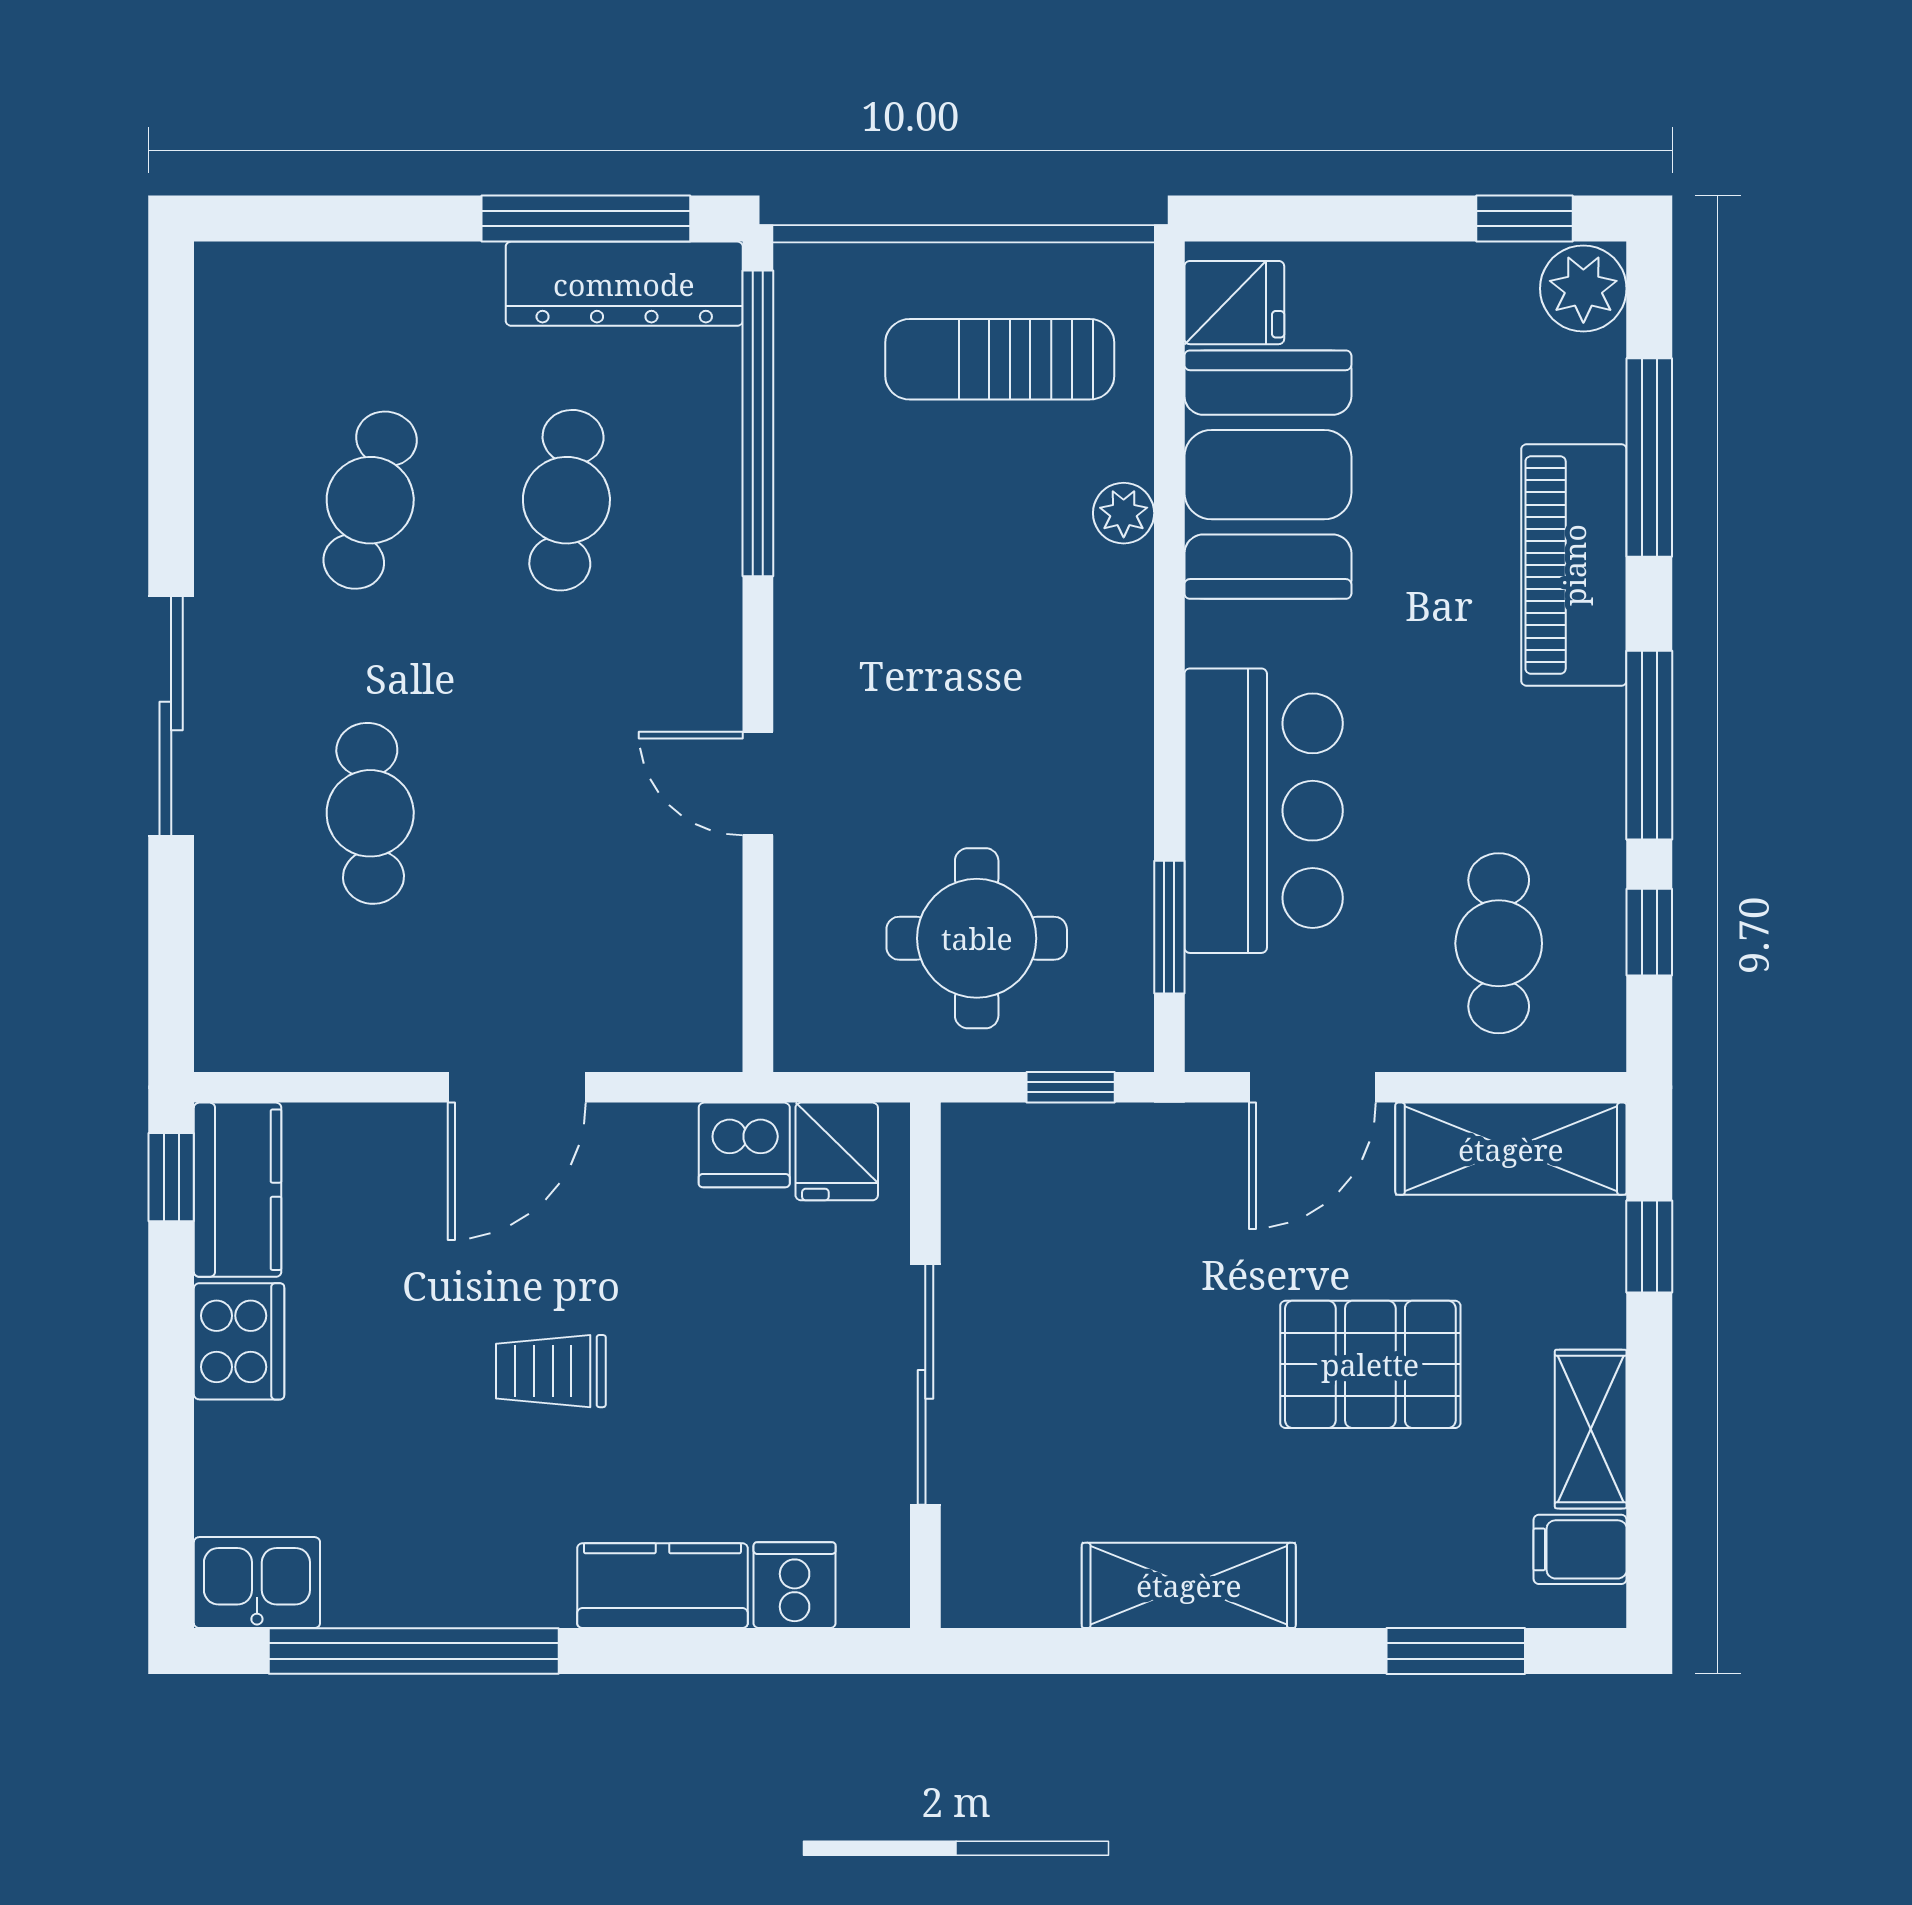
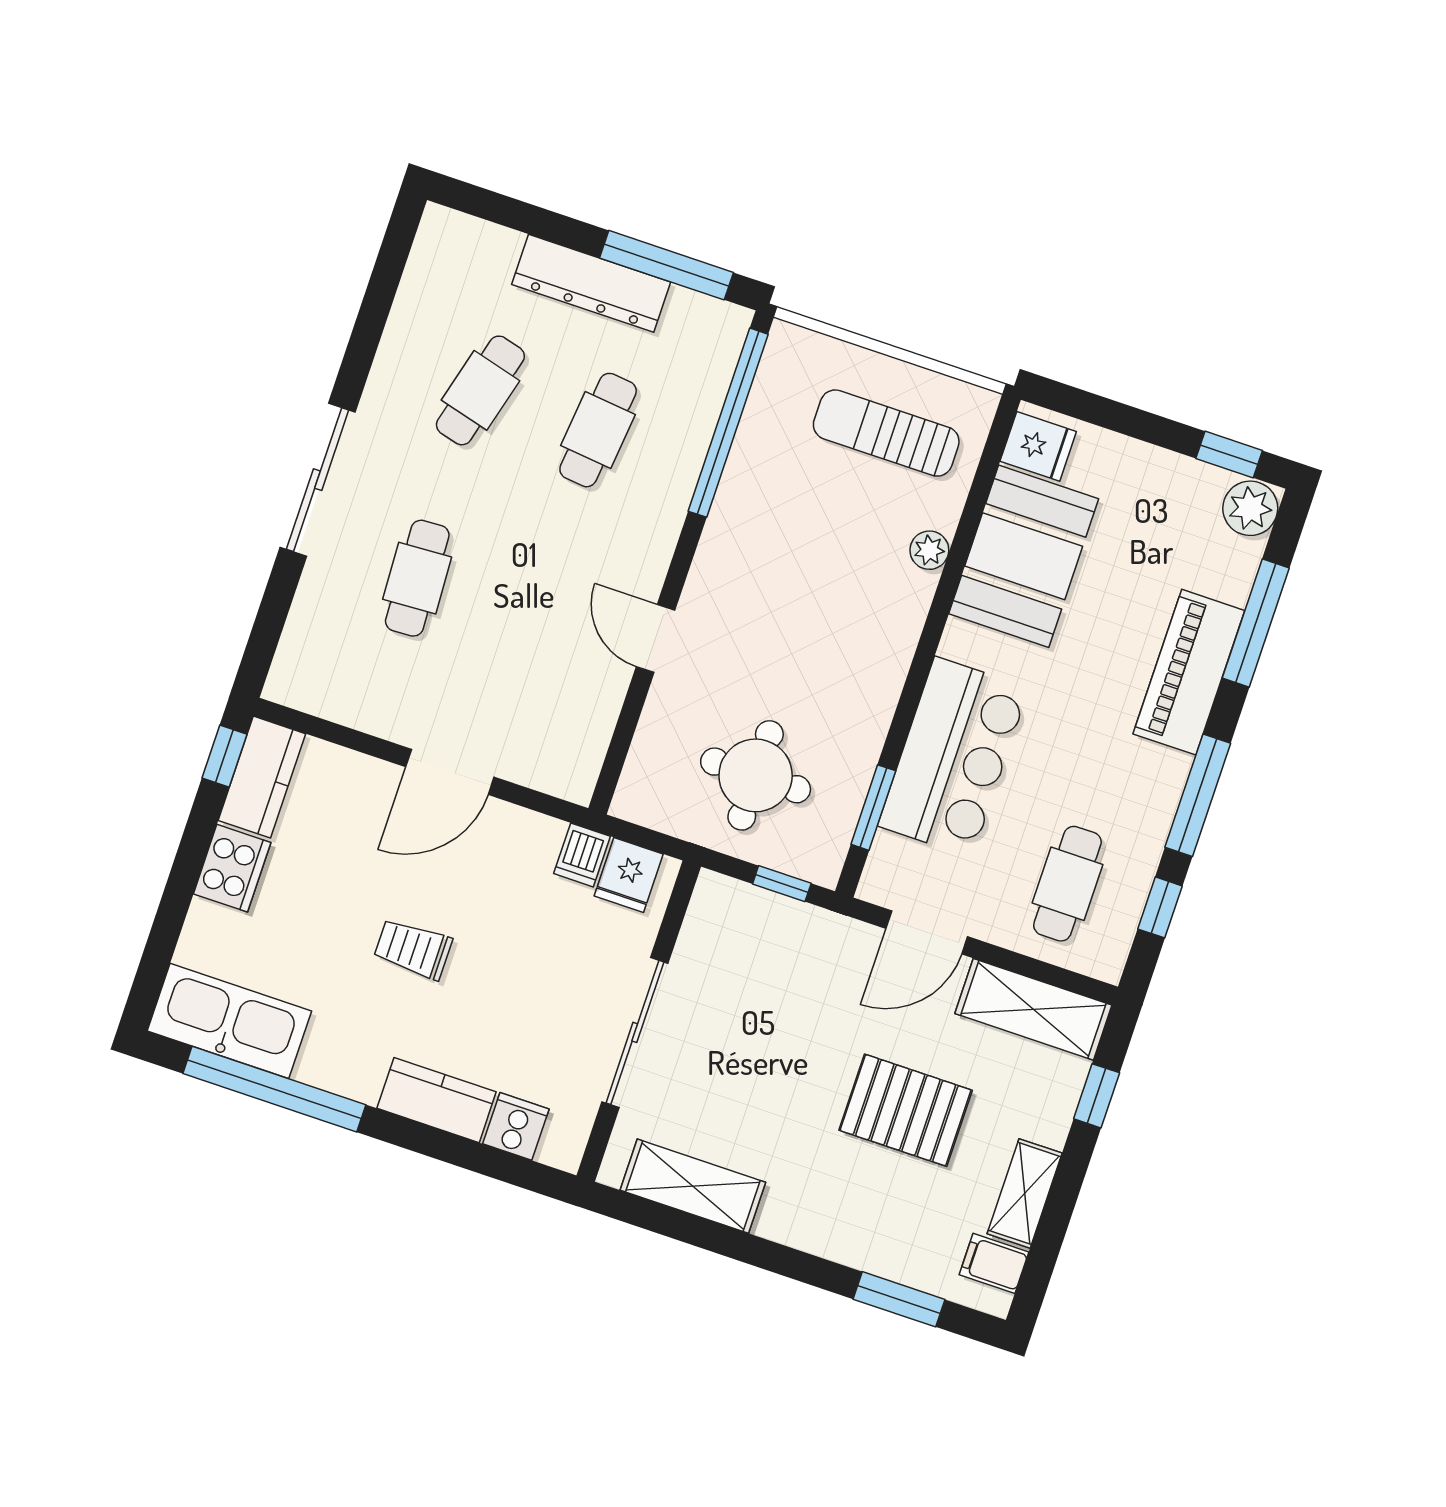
dresser: (624, 284) -> (591, 283), moved
dishwasher: (744, 1145) -> (582, 855), width x0.73
kitchen sink: (257, 1583) -> (229, 1021), width x1.88, depth x1.24
shelving: (1189, 1585) -> (693, 1186), moved

